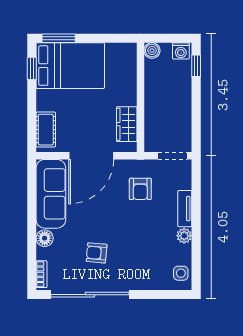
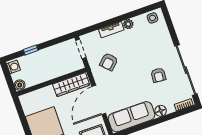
window: (196, 66) -> (31, 50), moved
wardrobe: (127, 124) -> (71, 85), width x1.50
door: (91, 156) -> (99, 100), swing flipped
armchair: (140, 189) -> (109, 62), turned 136

